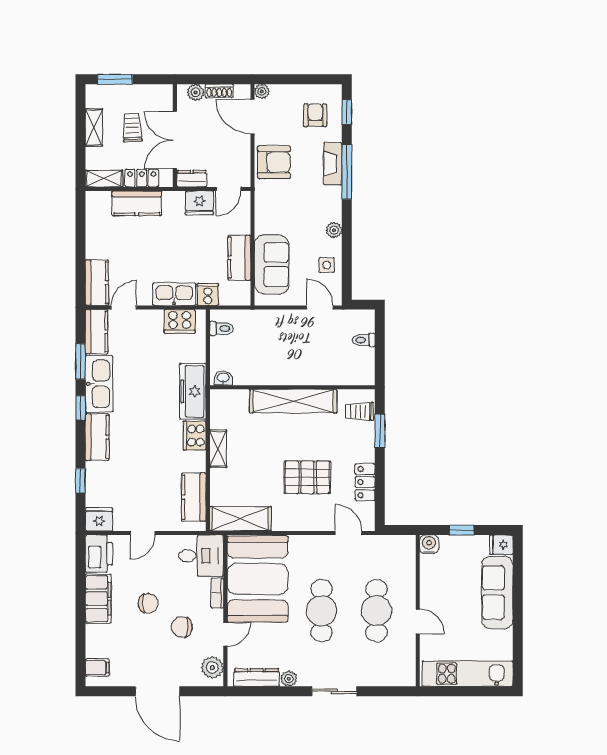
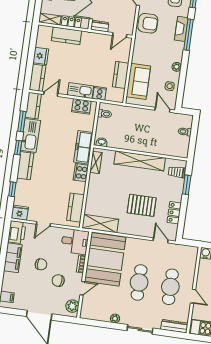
fridge: (199, 203) -> (41, 56), moved, turned -90
shelving: (218, 449) -> (96, 162), moved
dresser: (257, 678) -> (174, 326), moved

